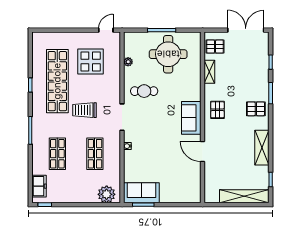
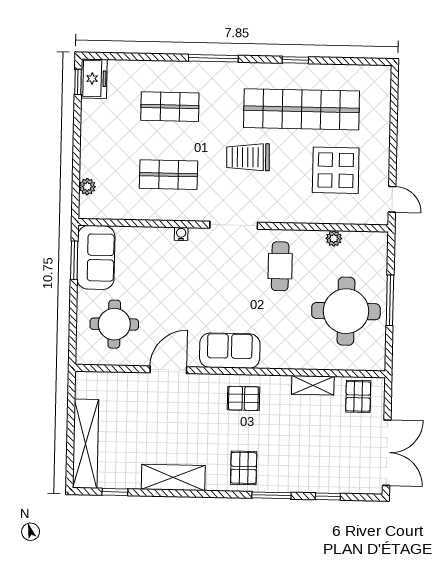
trolley: (84, 110) -> (248, 157), turned -91
round table: (178, 182) -> (114, 324), added
freezer: (39, 186) -> (94, 79), moved, turned -90
plant: (107, 194) -> (87, 187), width x0.53, depth x0.53

